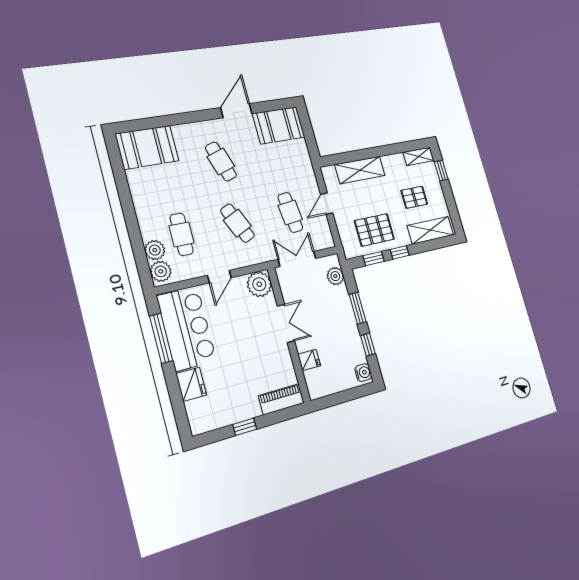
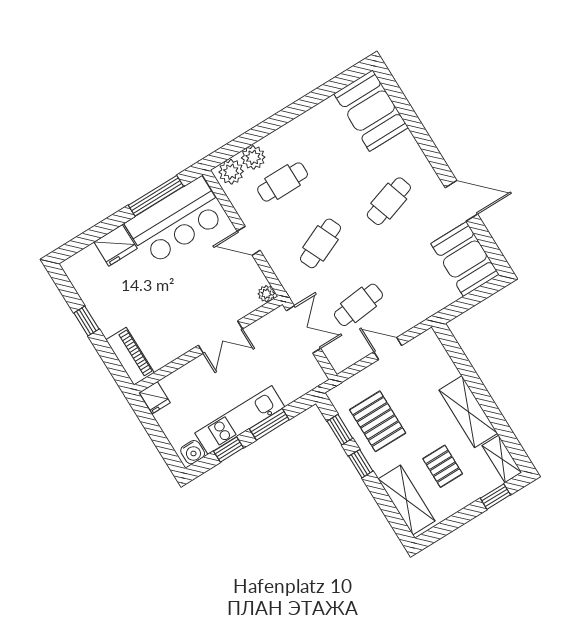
shelving: (360, 170) -> (468, 412), moved
plant: (335, 276) -> (300, 384), removed
plant: (259, 284) -> (266, 294), width x0.53, depth x0.53
kitchen unit: (349, 329) -> (240, 420), added
fridge: (309, 360) -> (155, 398), moved

